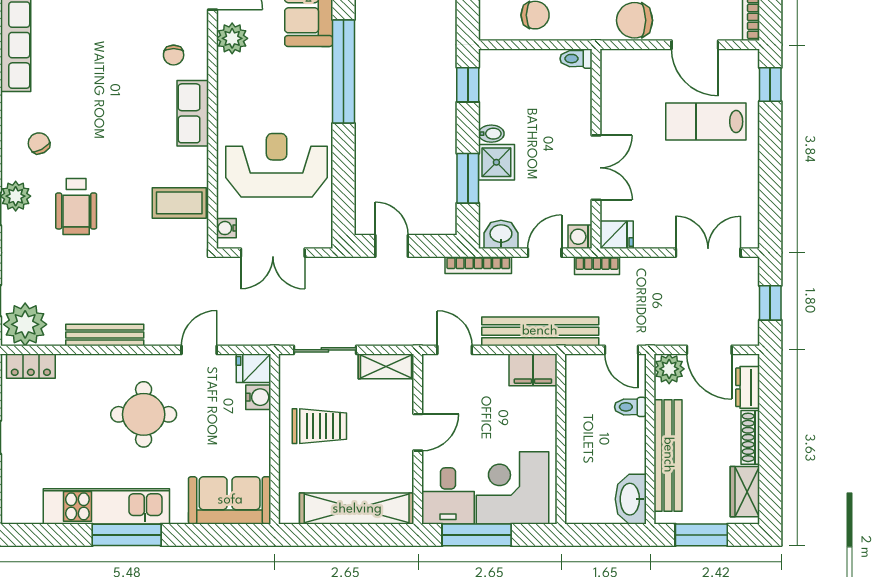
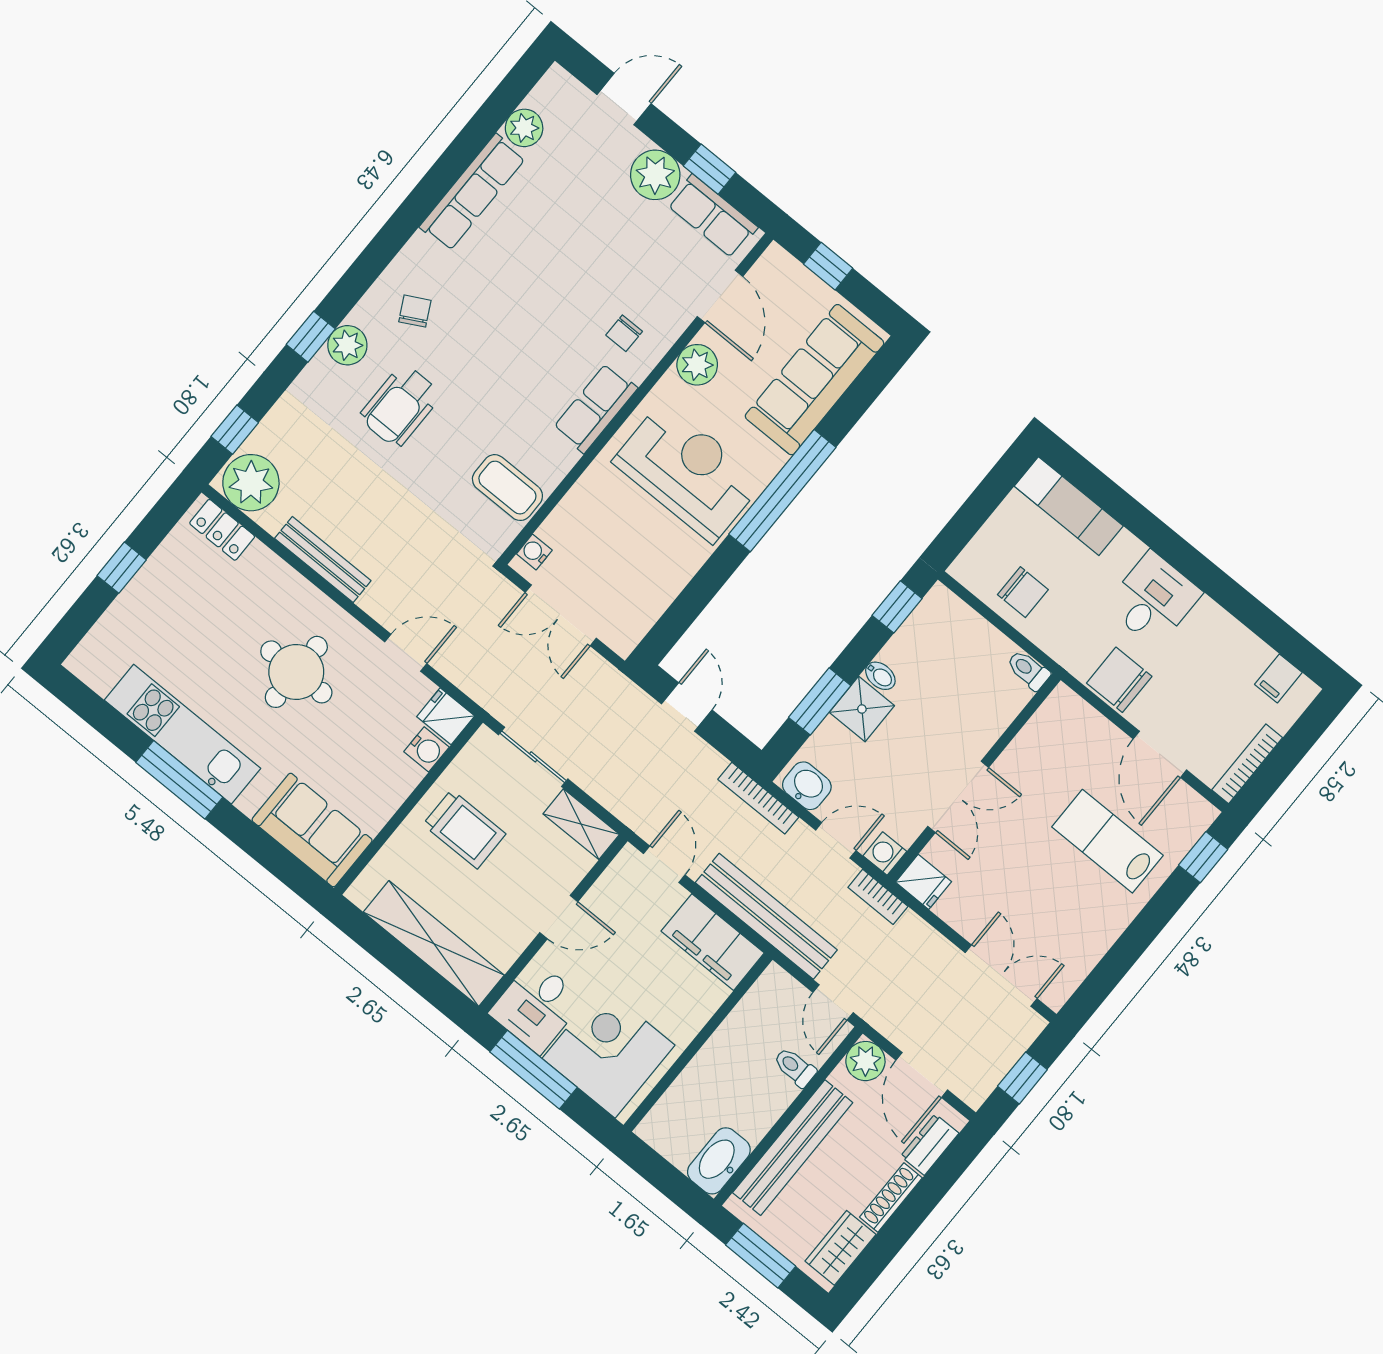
reception desk: (277, 165) -> (688, 472), moved
filing cabinet: (533, 370) -> (713, 942), width x1.50, depth x1.17

